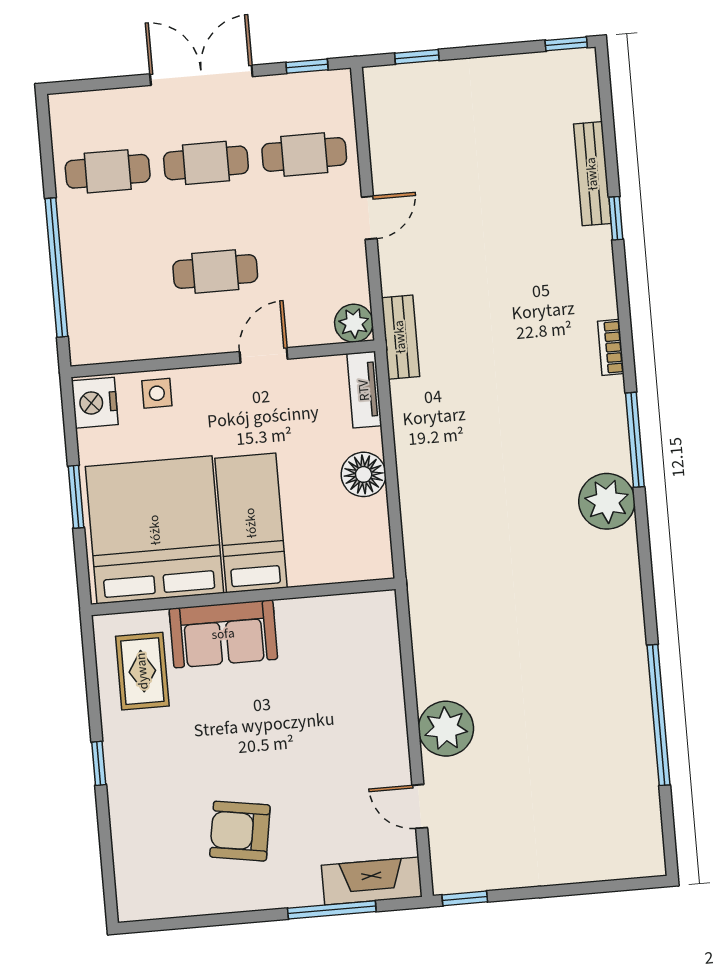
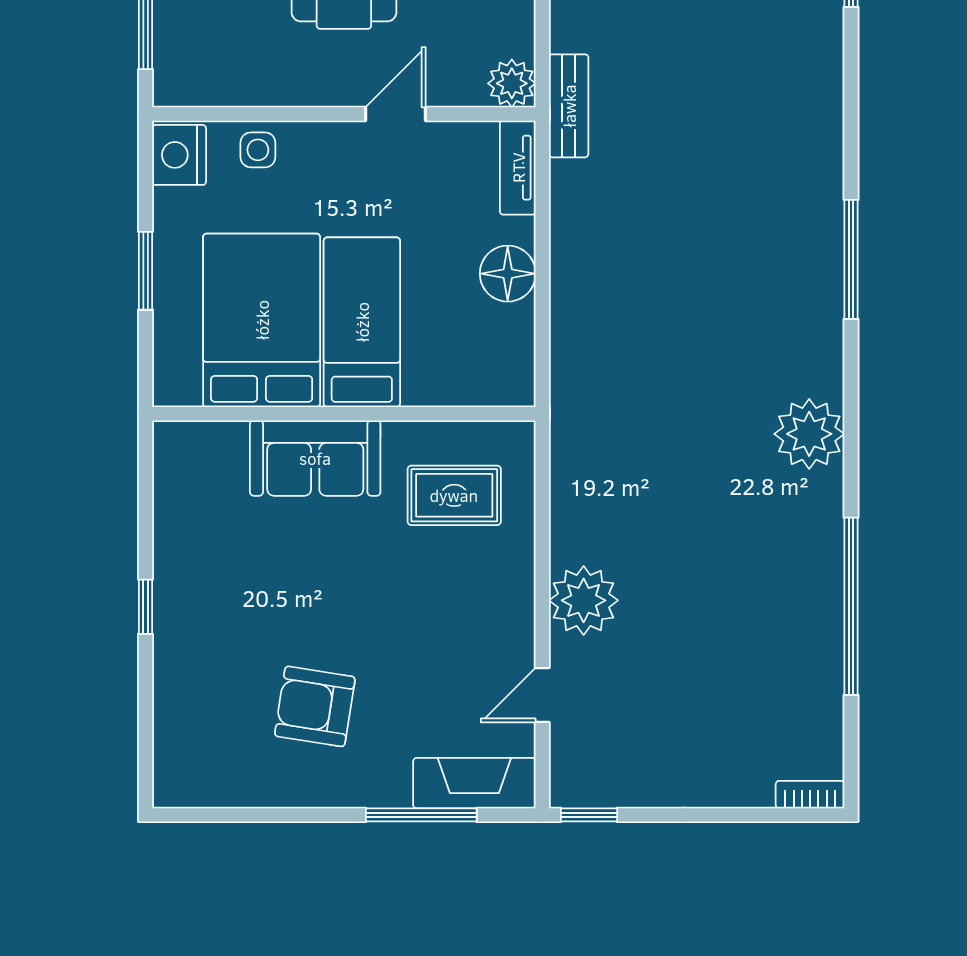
bookcase: (611, 347) -> (810, 795), moved, turned 90
plant: (607, 501) -> (809, 434), moved
bed: (155, 530) -> (262, 320), width x0.73
rug: (142, 671) -> (454, 495), moved, turned 90
door: (420, 806) -> (542, 695), hinge flipped

